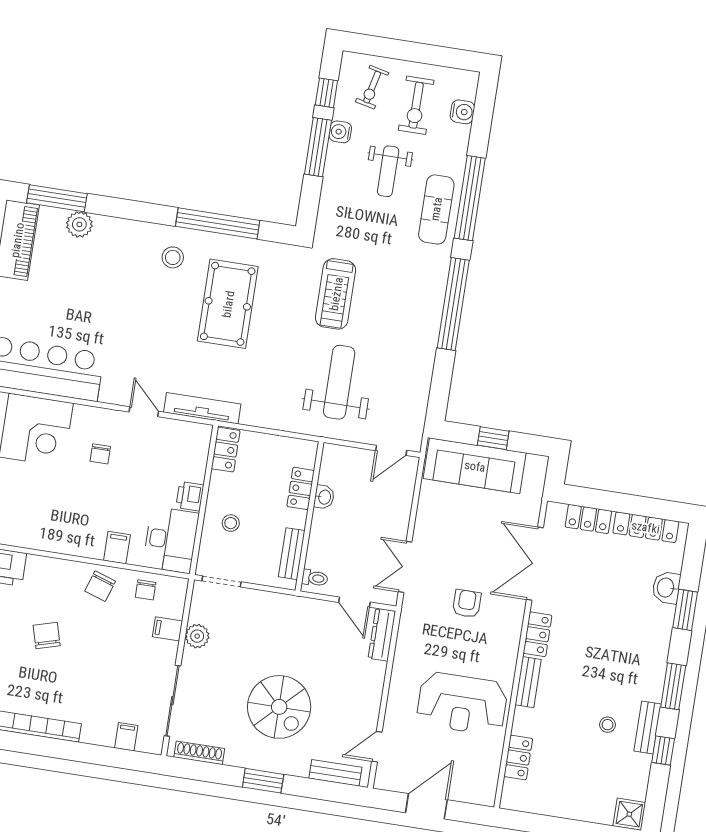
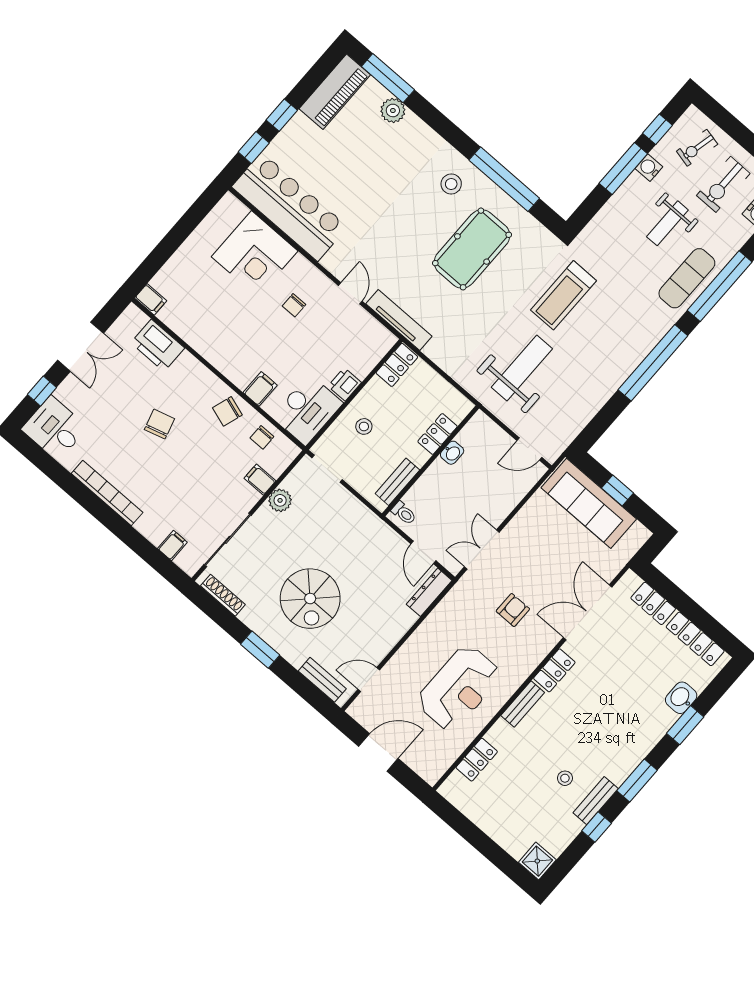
reception desk: (462, 704) -> (459, 688), turned -90

